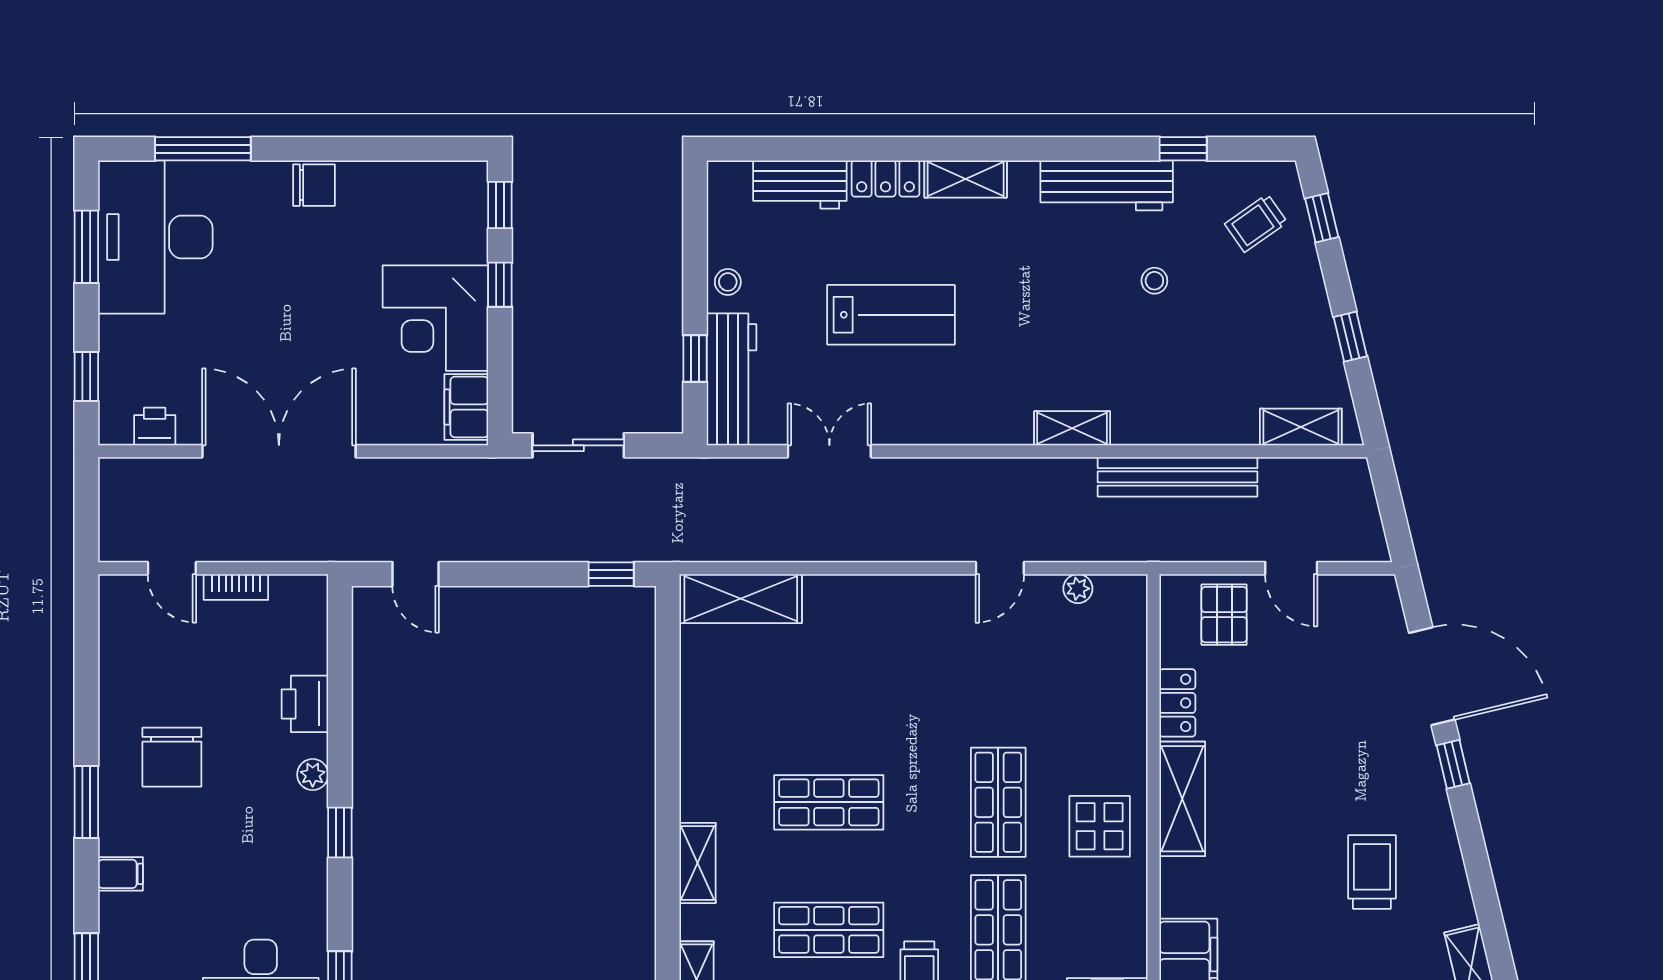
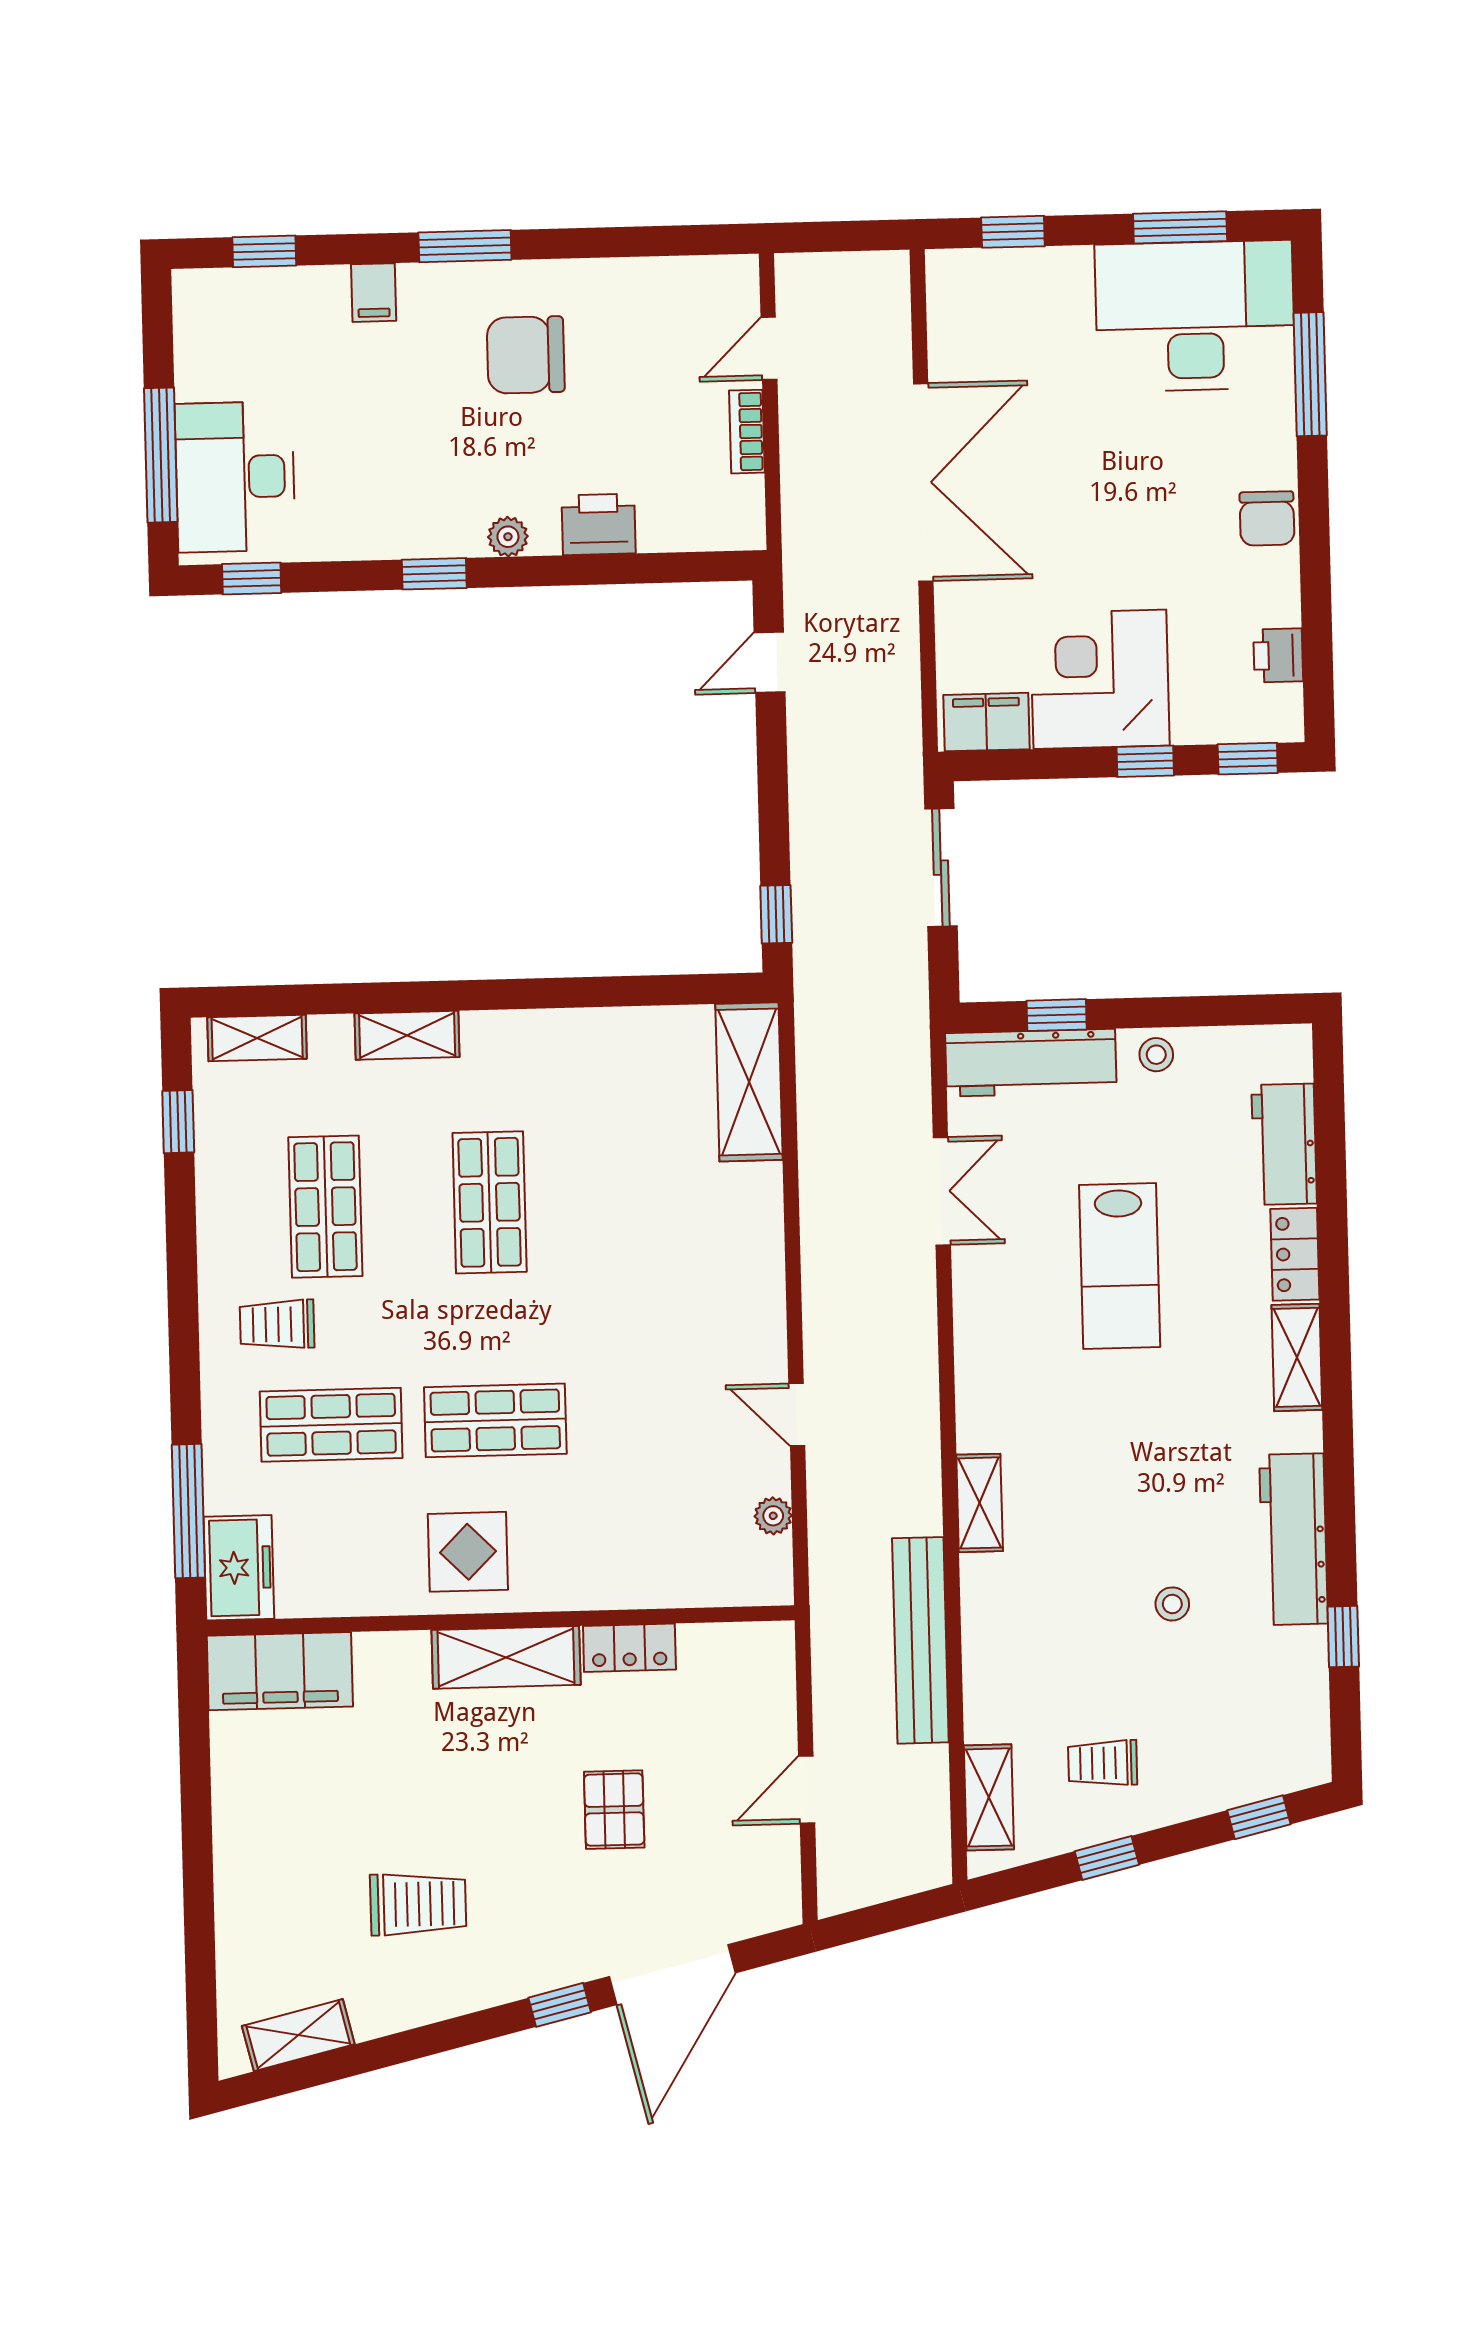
trolley: (1256, 223) -> (1103, 1763), moved, turned -55
printer: (155, 427) -> (1278, 655), moved, turned 180
pallet: (1224, 615) -> (614, 1810), moved, turned 90

